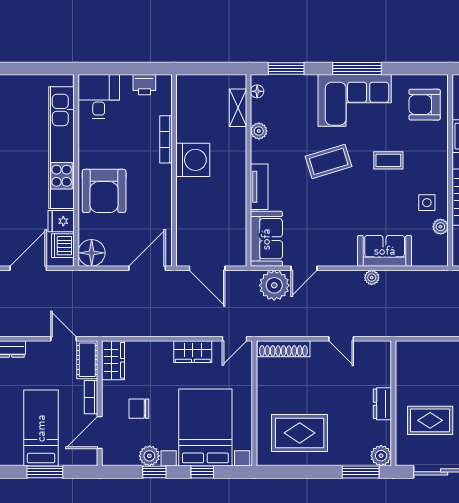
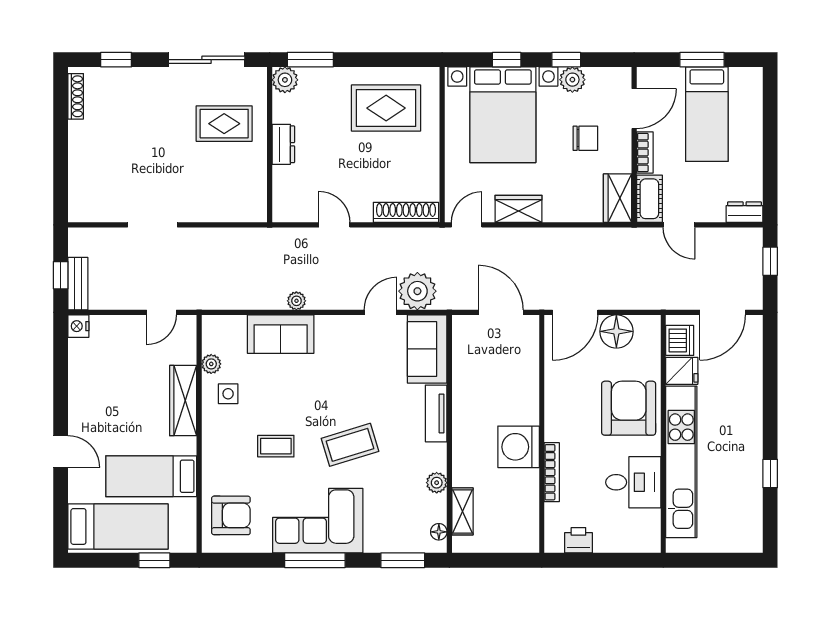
desk: (99, 97) -> (633, 482), moved, turned -90
floor lamp: (92, 253) -> (616, 331), moved

